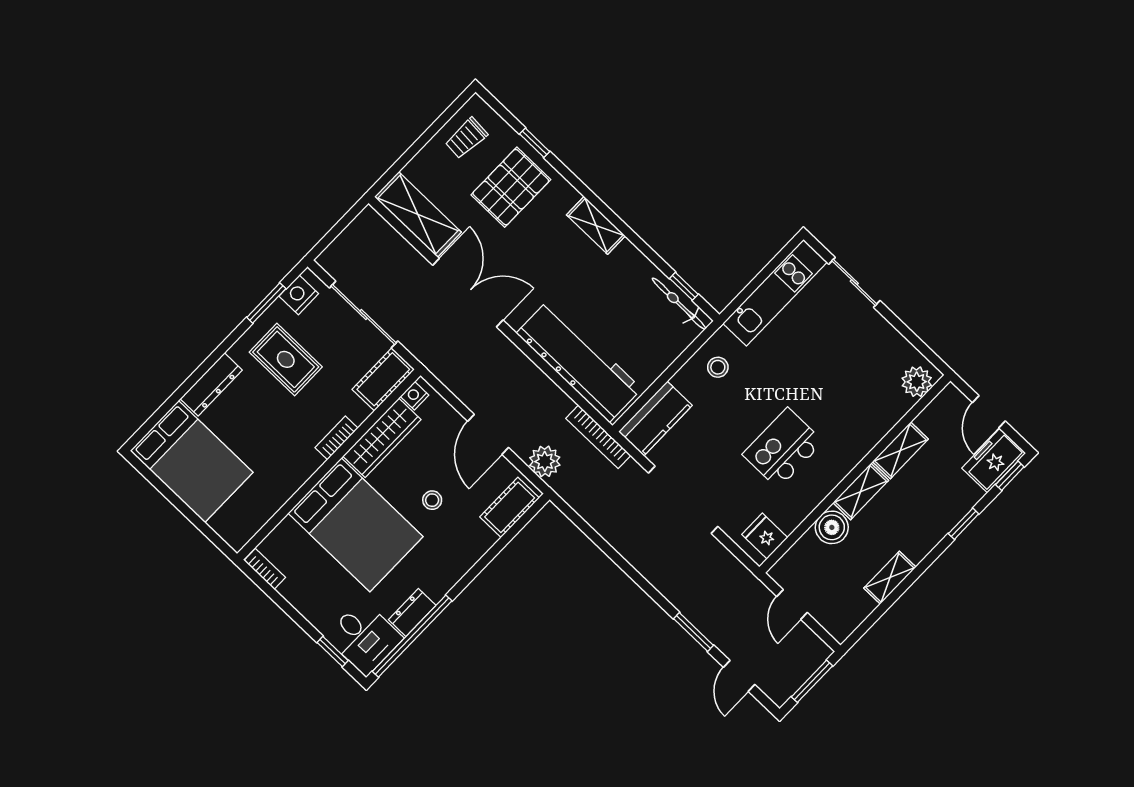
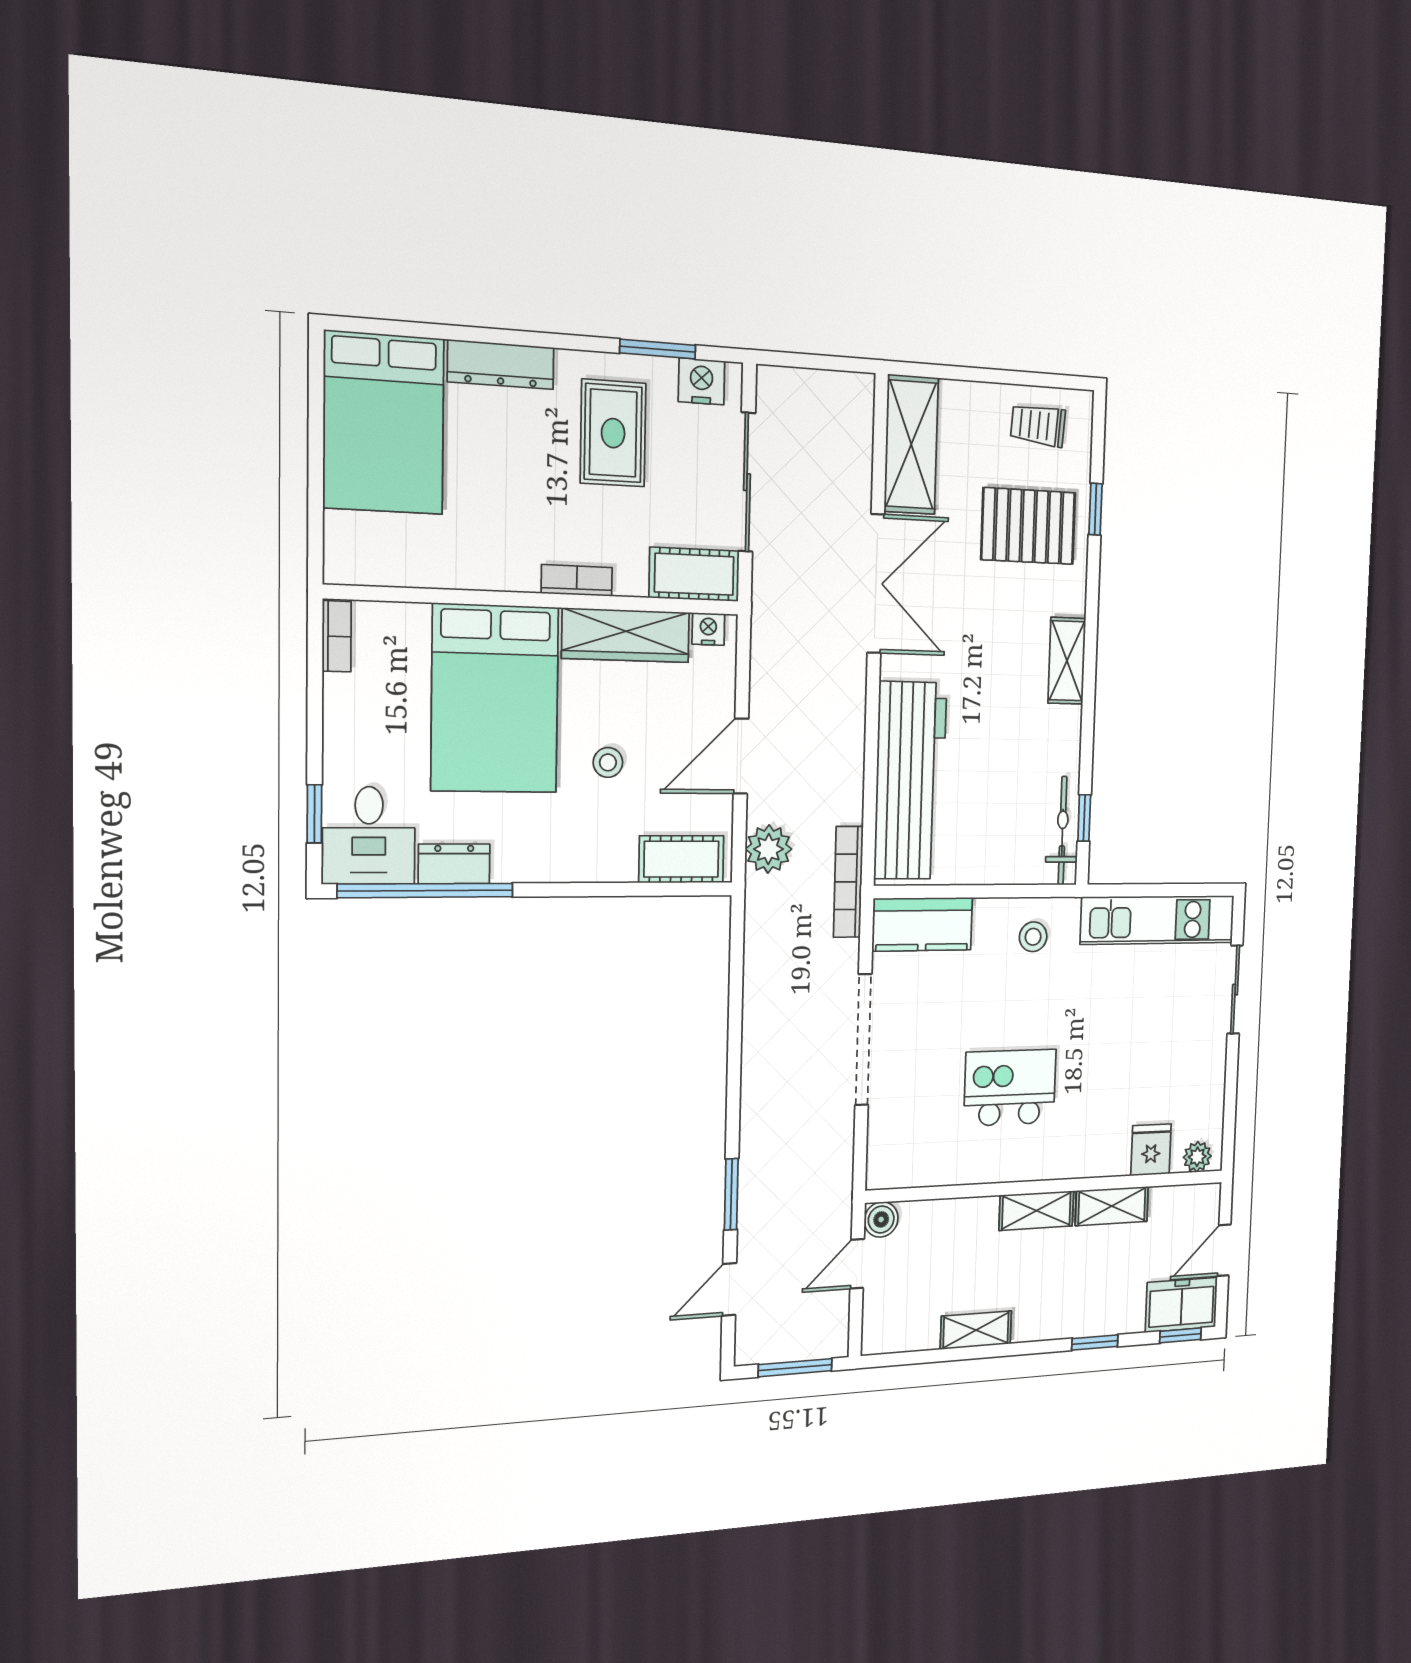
plant: (917, 382) -> (1197, 1157), width x0.73, depth x0.73
boiler: (832, 527) -> (881, 1219), moved, width x0.73, depth x0.73
fridge: (765, 536) -> (1151, 1150), moved

